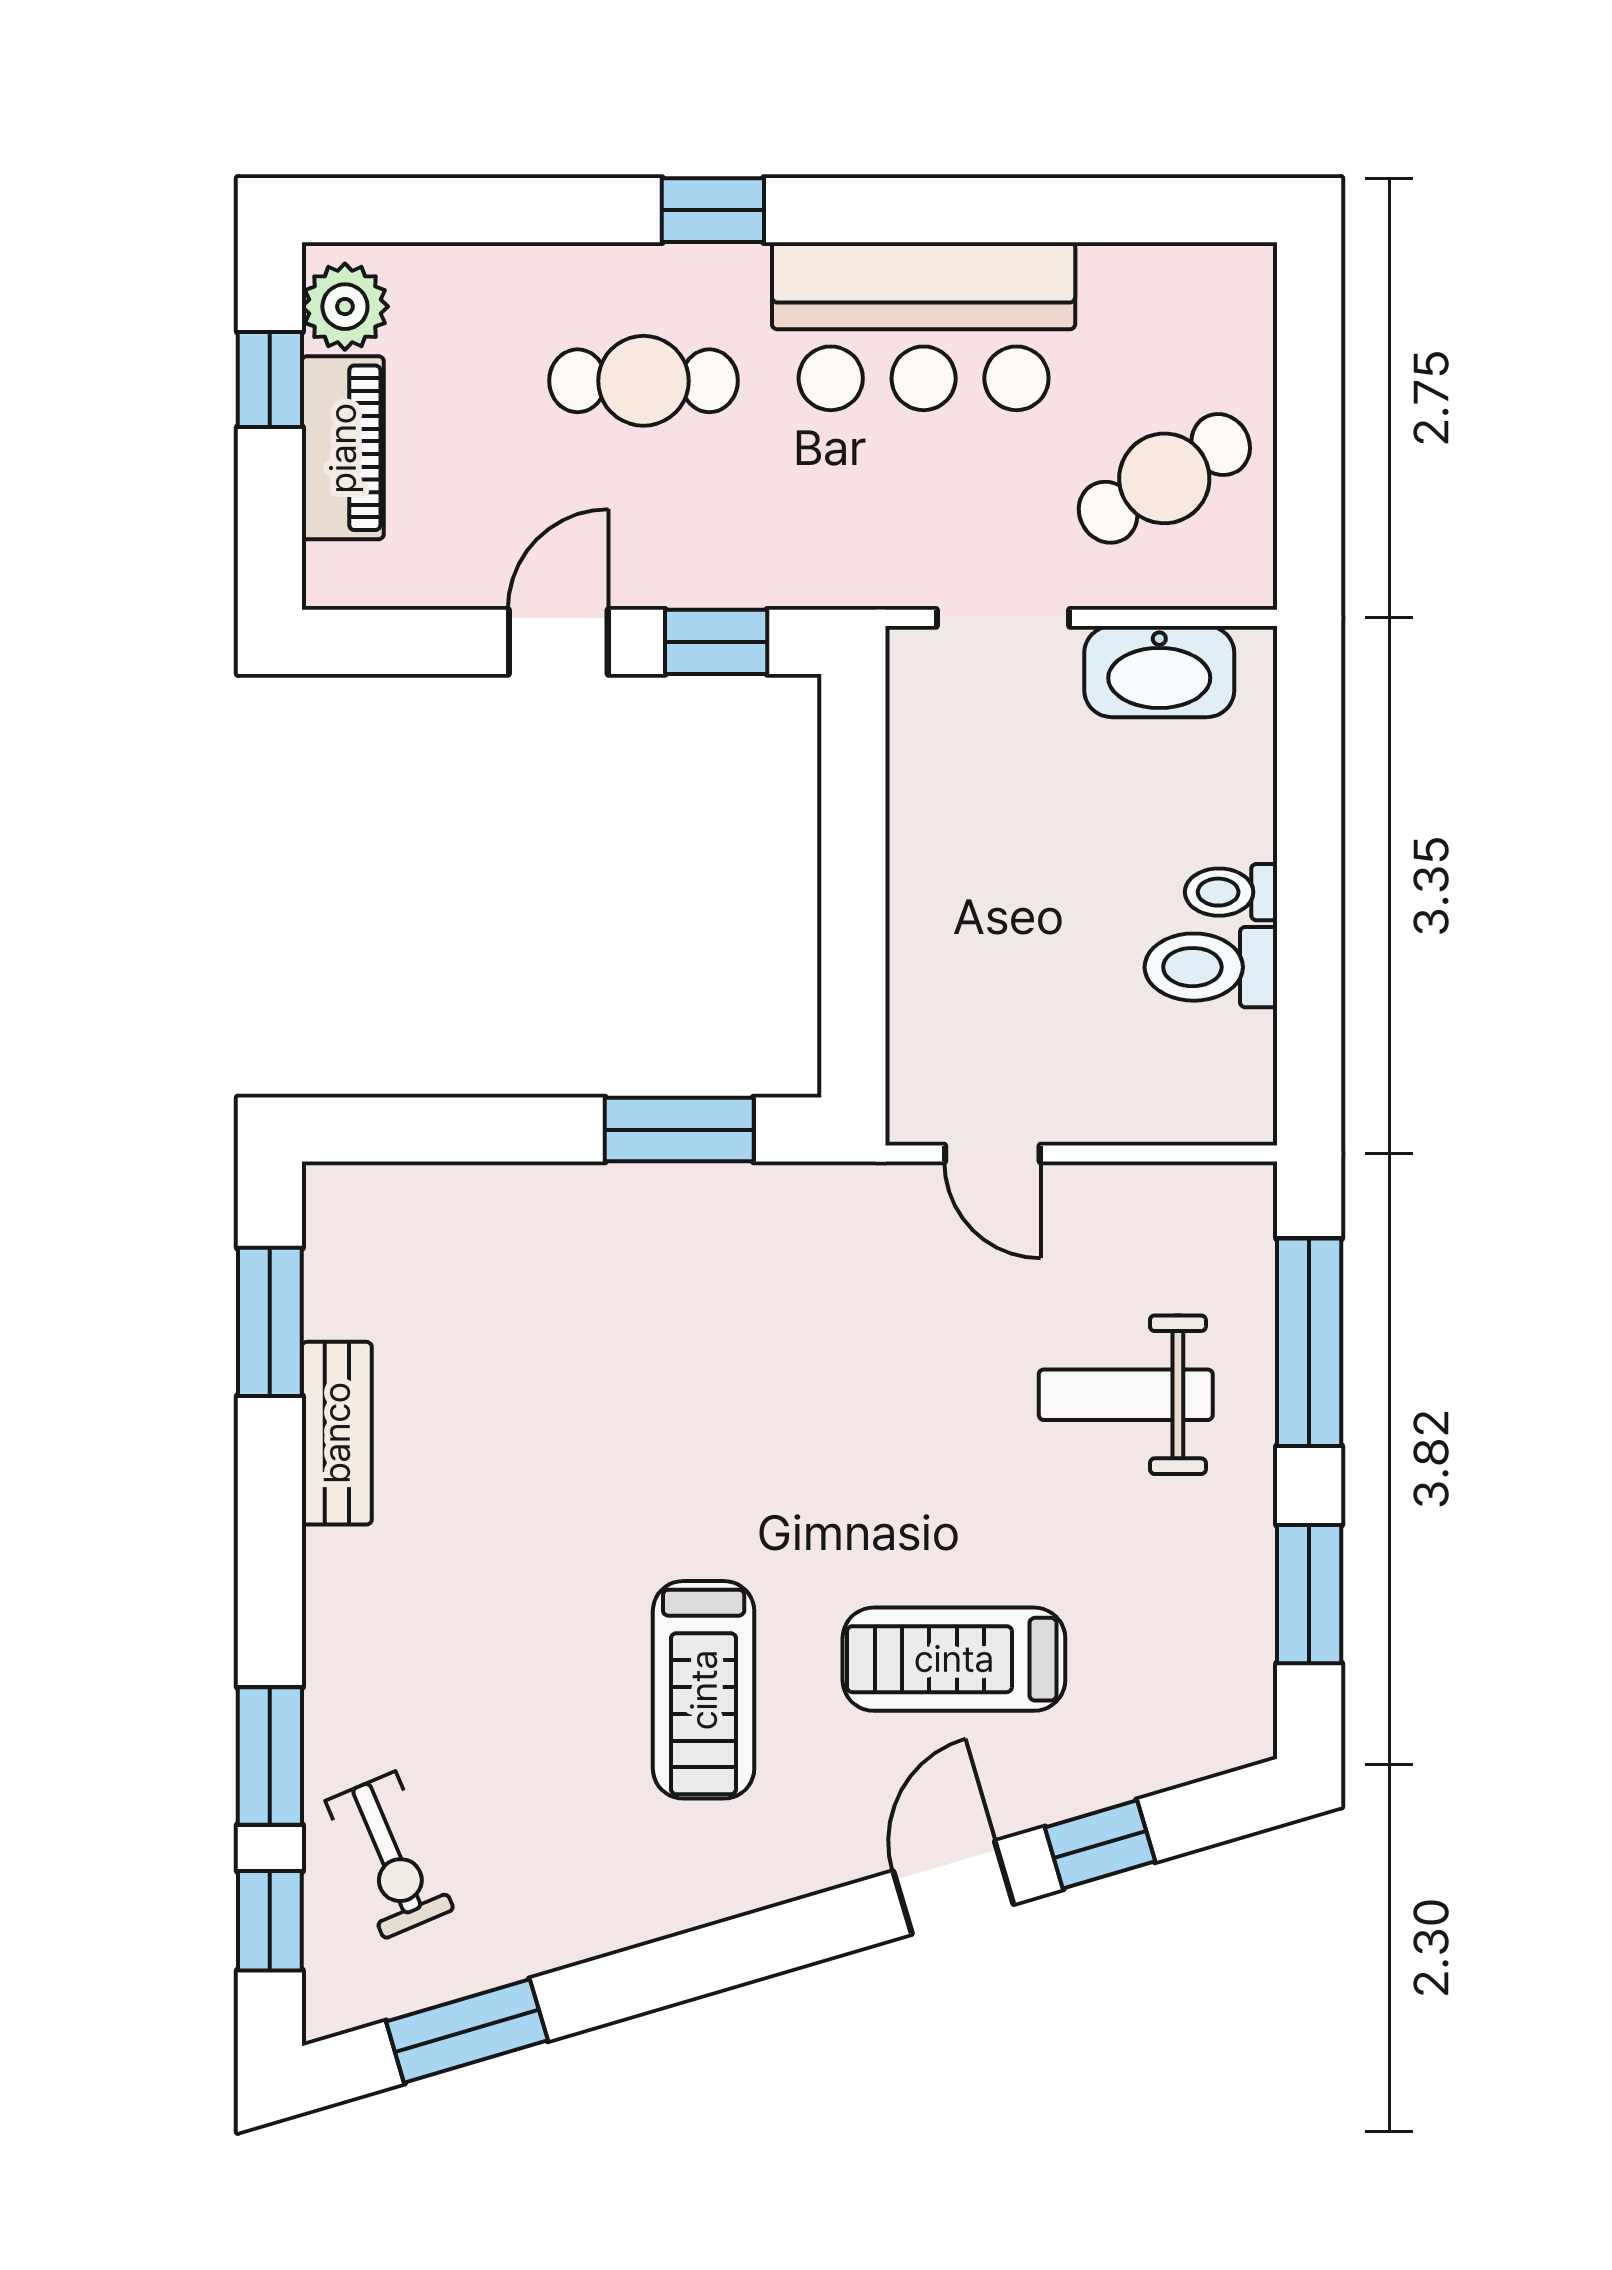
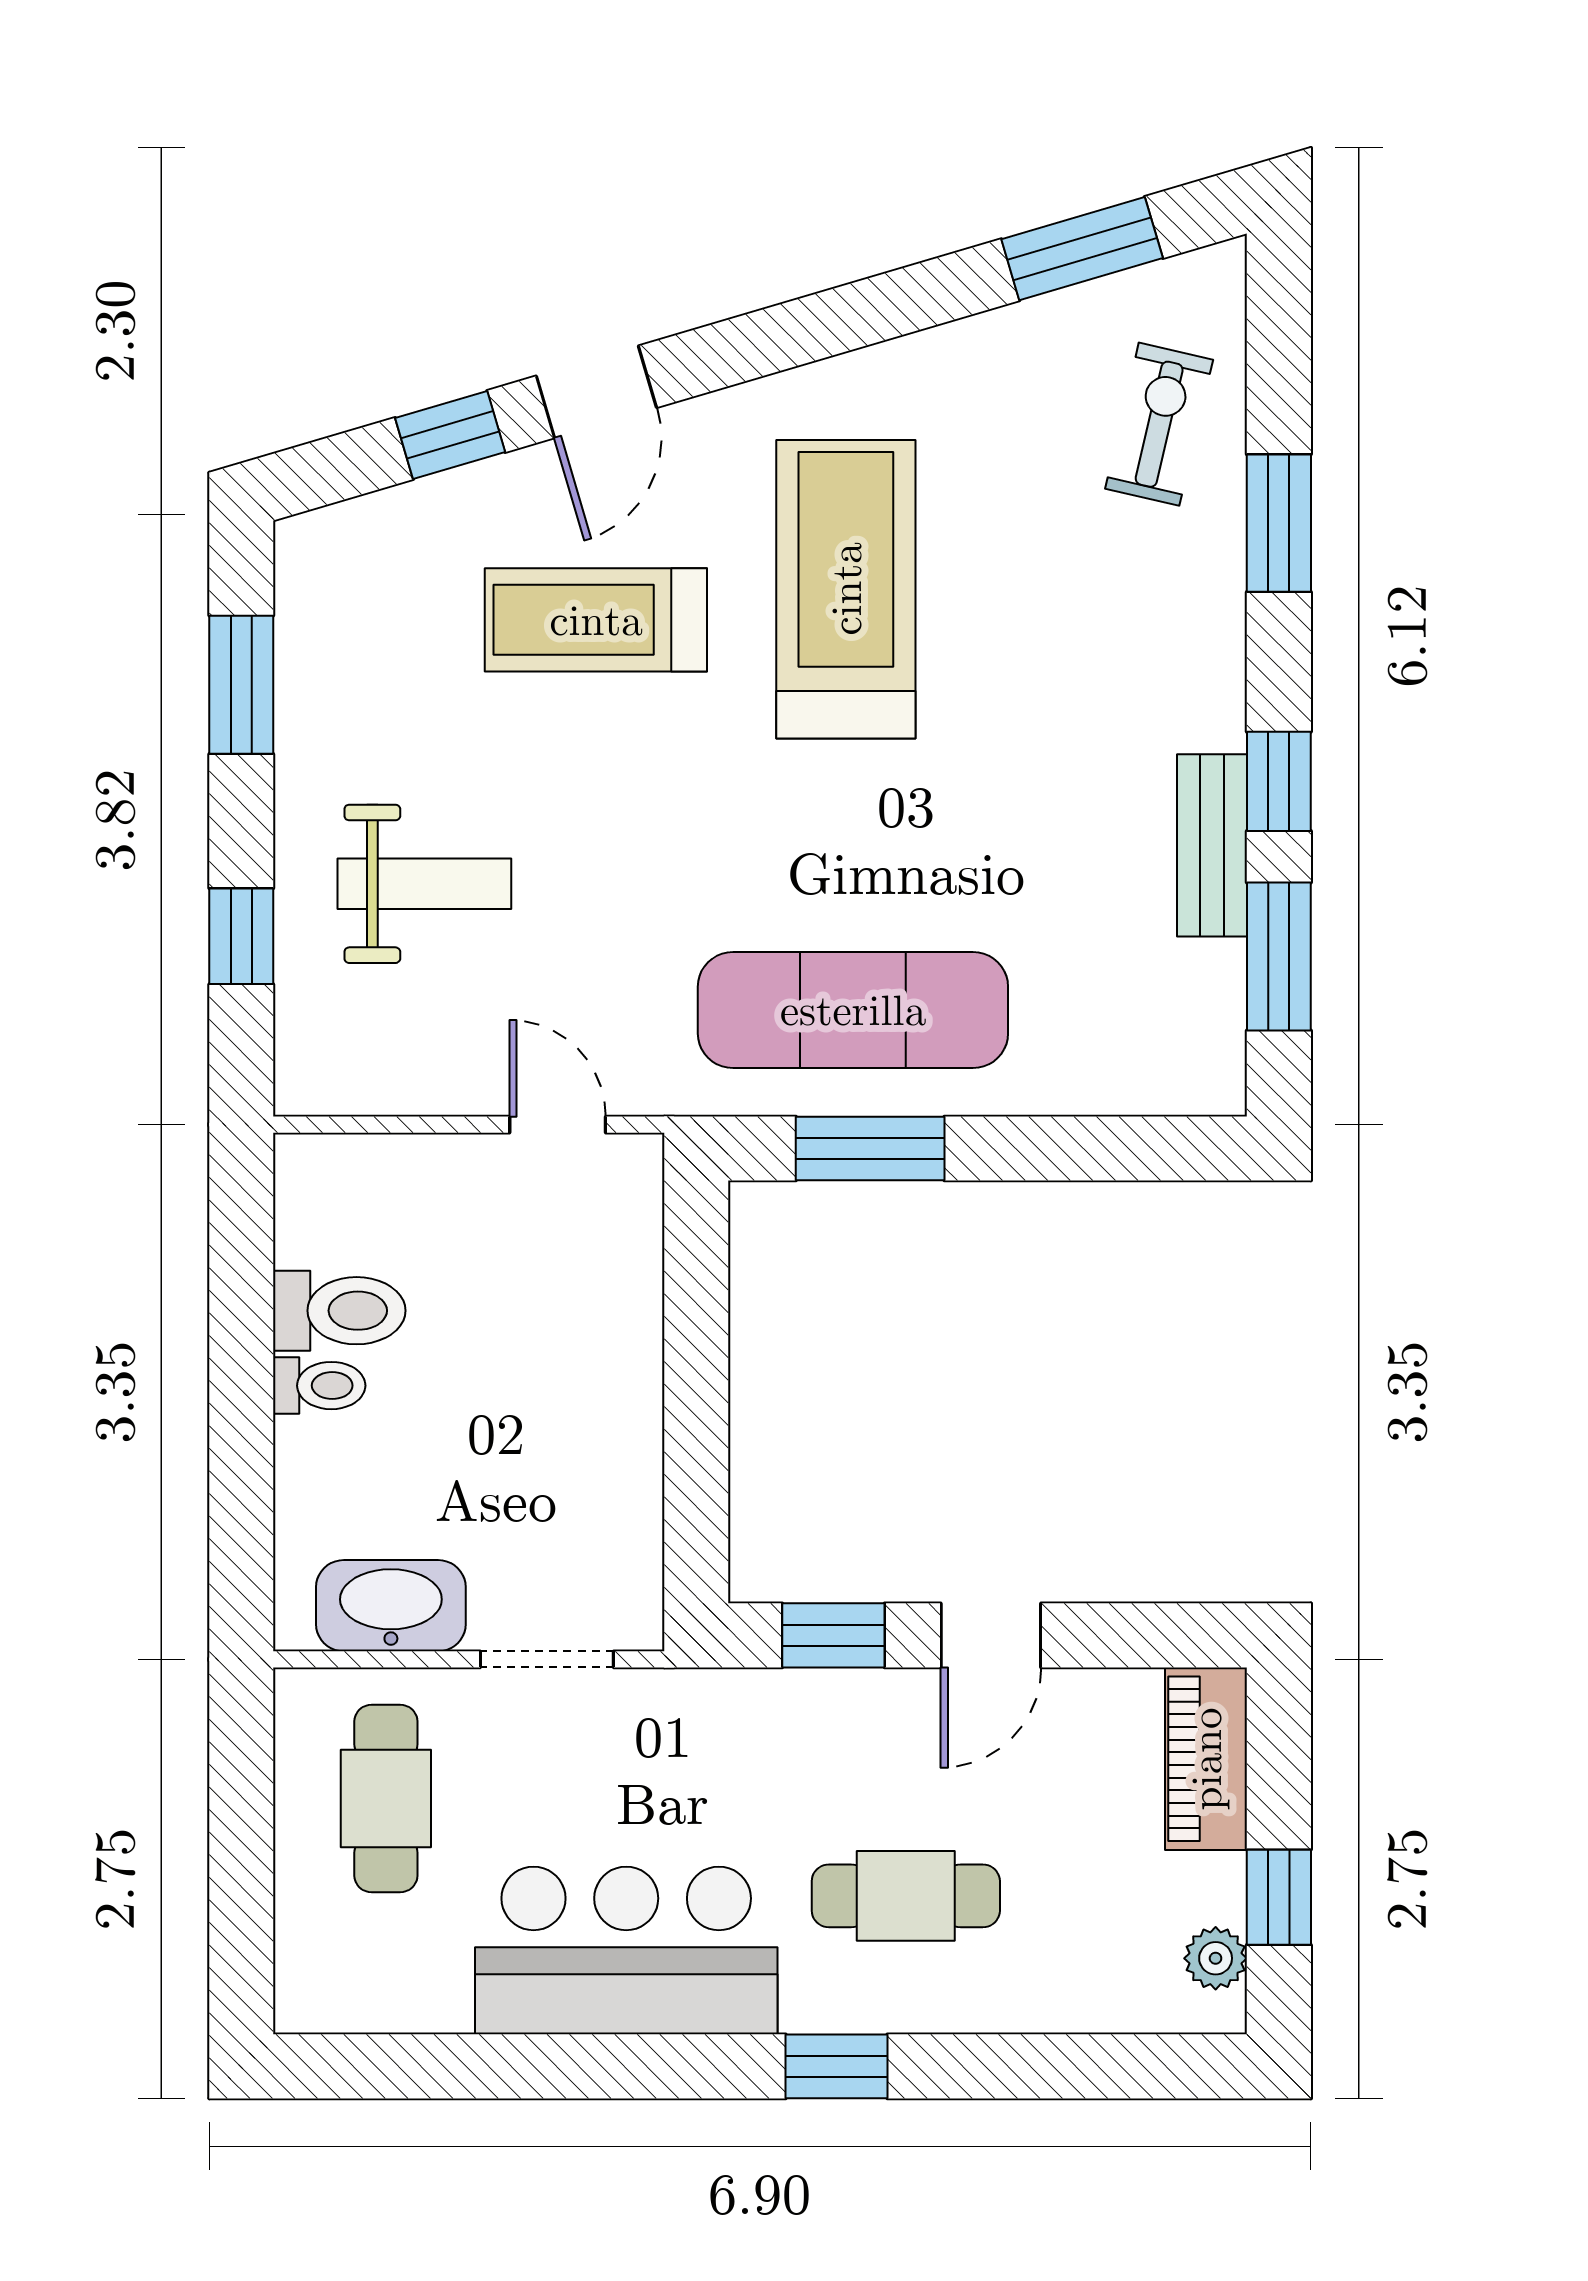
plant: (345, 307) -> (1216, 1958), width x0.73, depth x0.73
piano: (343, 448) -> (1206, 1759), moved
cafe table: (1164, 478) -> (386, 1798), turned -59
exercise mat: (696, 1268) -> (853, 1010), added
window: (1309, 1342) -> (241, 936), width x0.46
treadmill: (954, 1659) -> (596, 620), turned 180
treadmill: (704, 1690) -> (846, 589), width x1.37, depth x1.38
exercise bike: (390, 1855) -> (1159, 424), turned 36
window: (270, 1921) -> (1279, 781), moved

